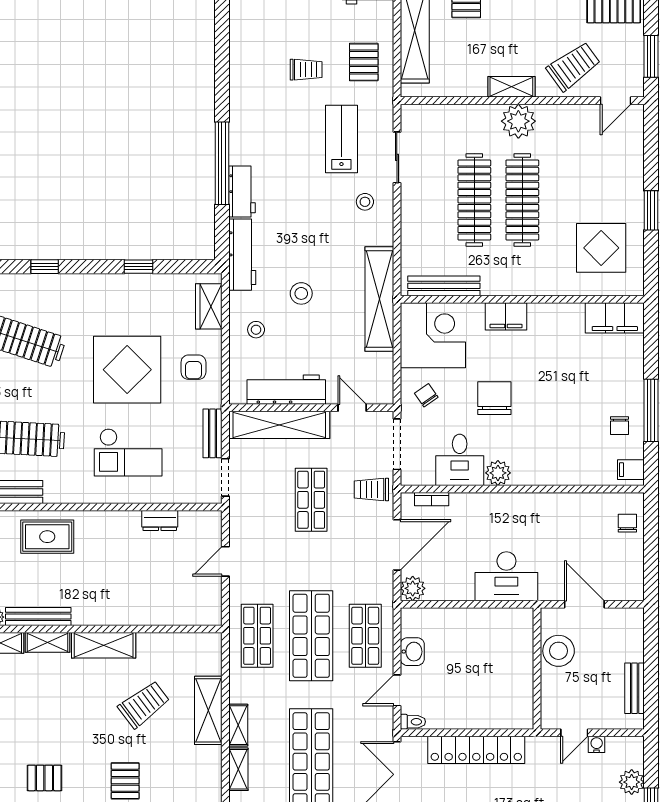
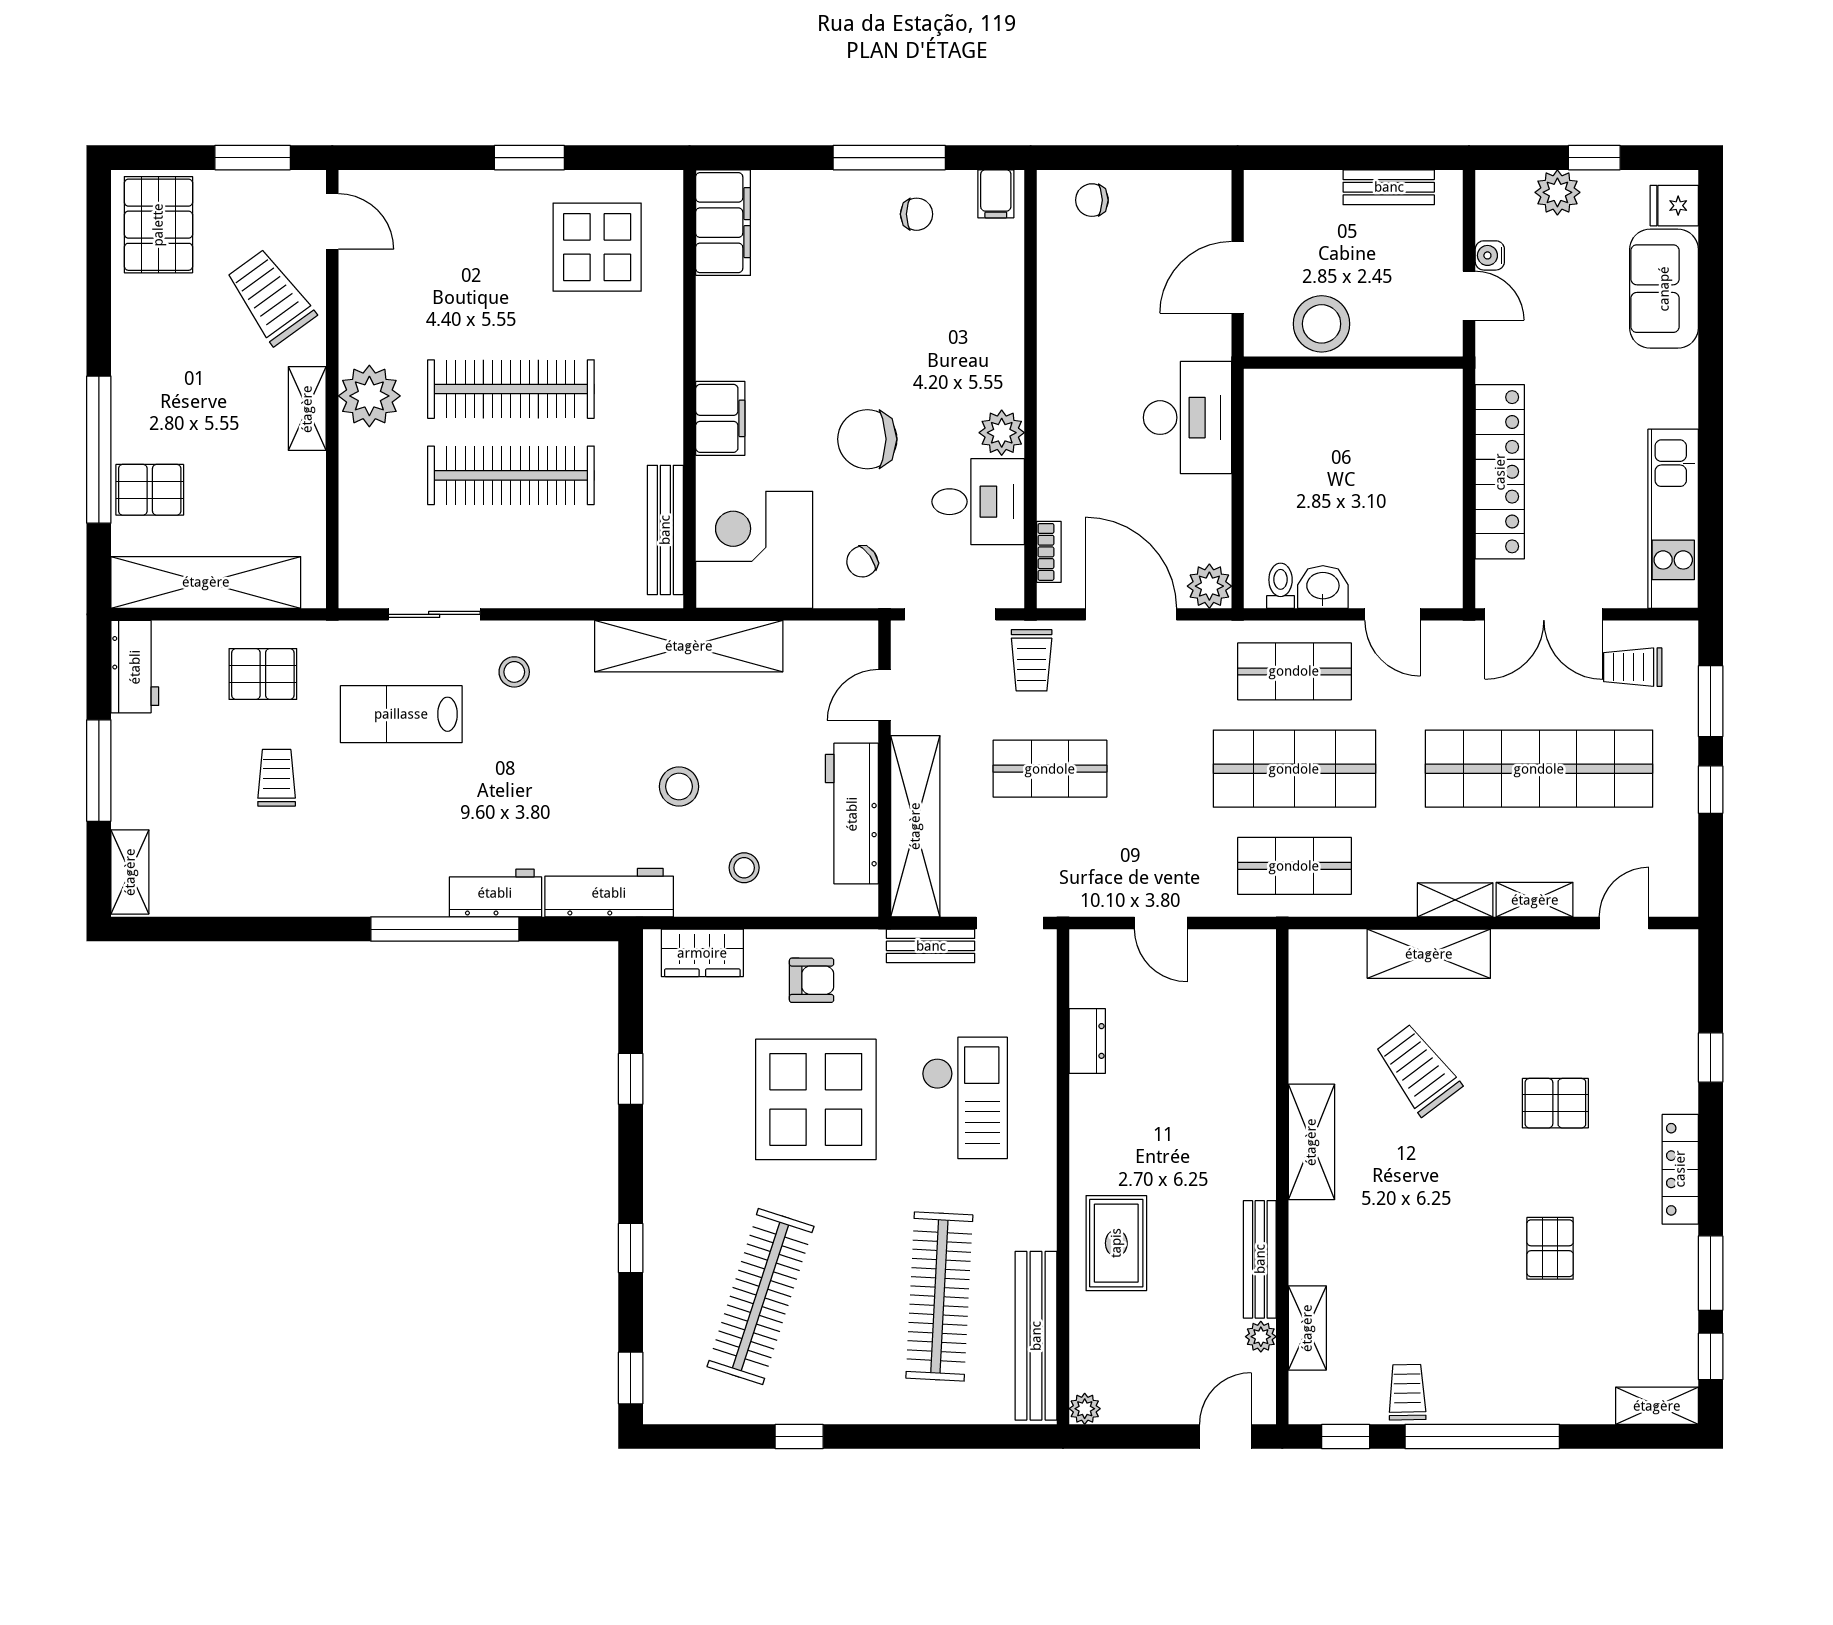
shelving: (48, 642) -> (1306, 1243), removed
toilet: (413, 722) -> (1281, 586), moved

